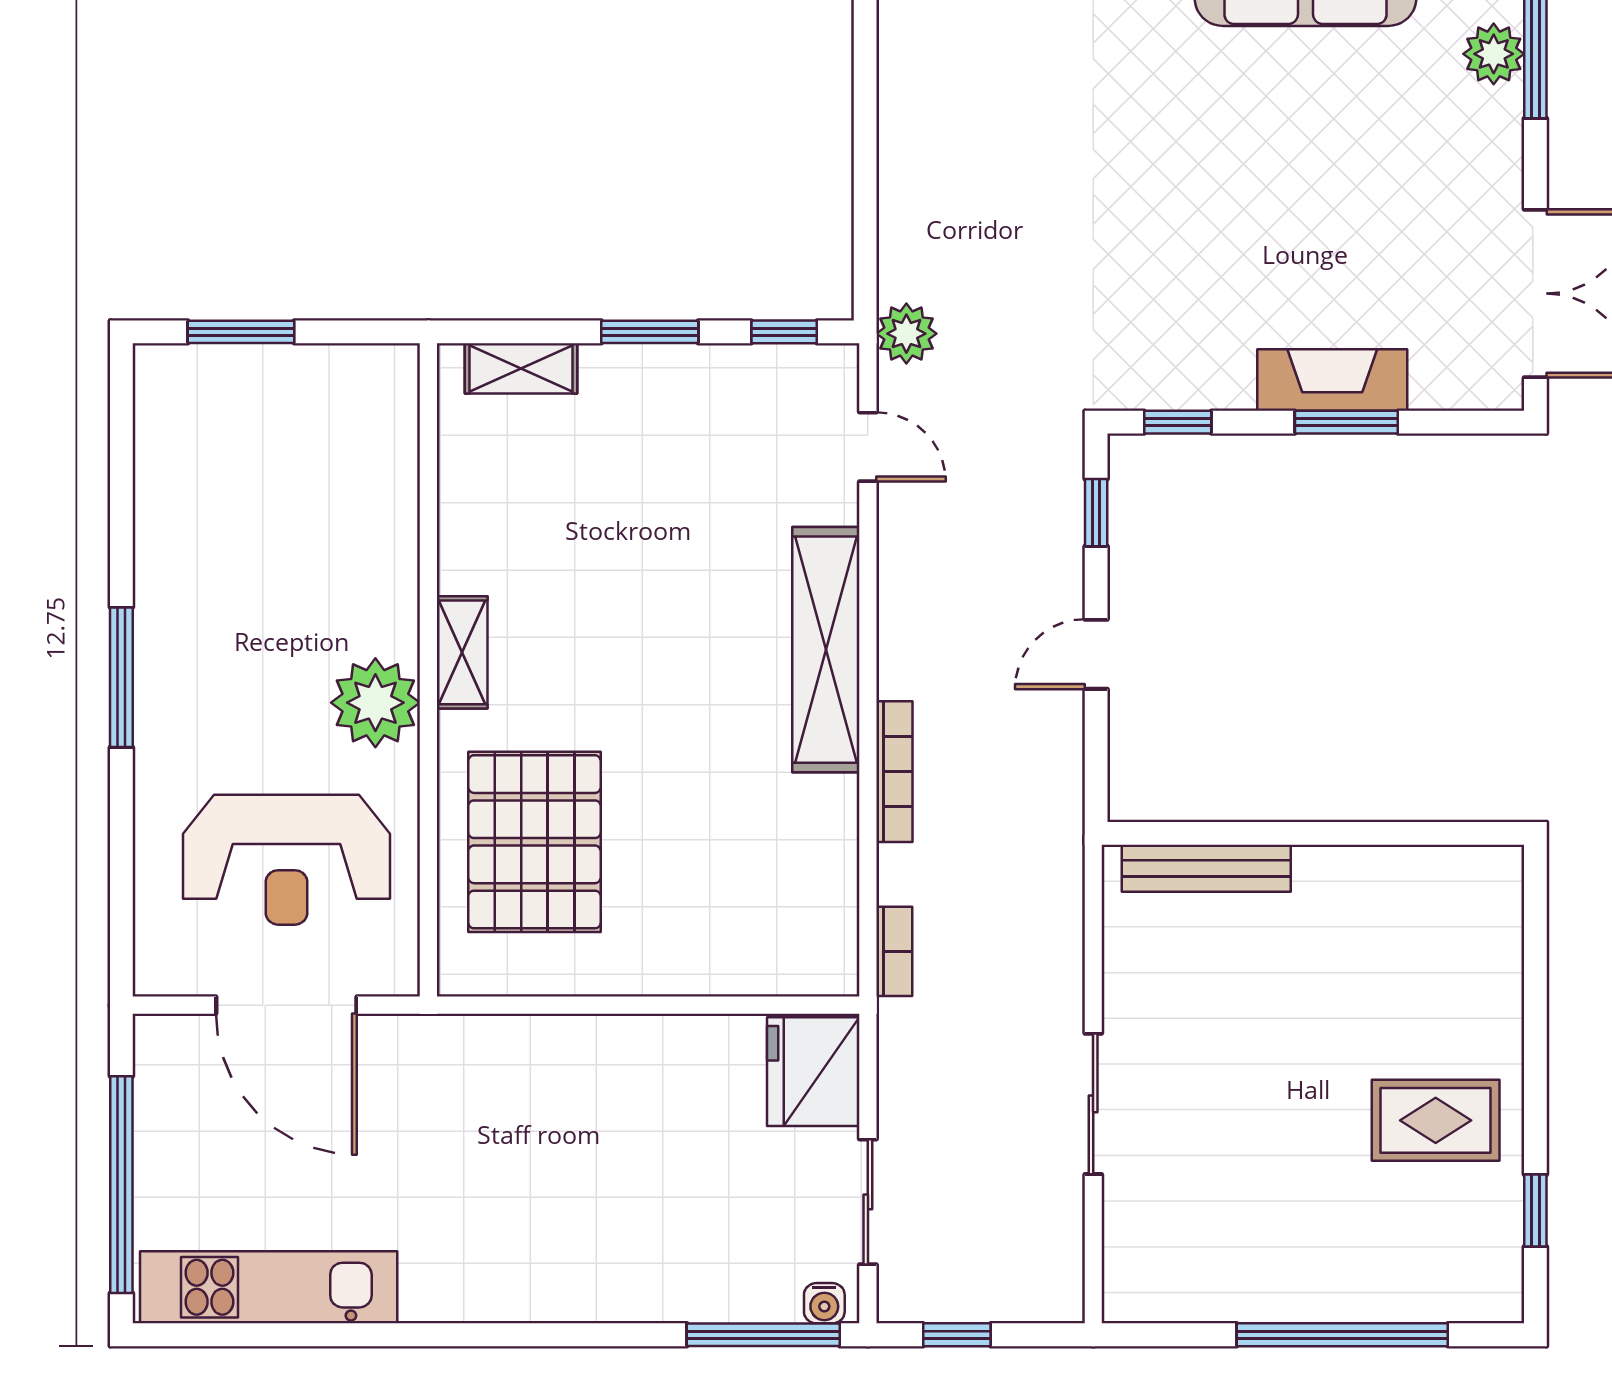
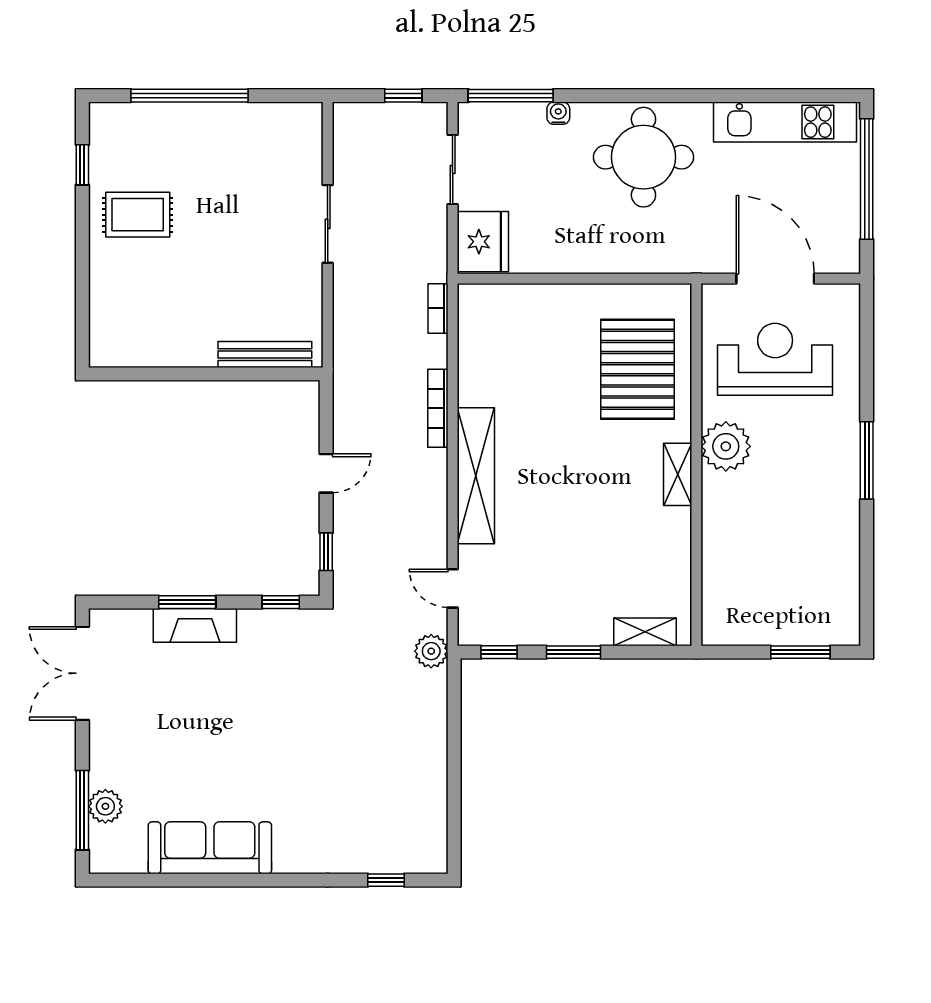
round table: (524, 1224) -> (643, 157), added
water cooler: (824, 1303) -> (558, 113), moved

